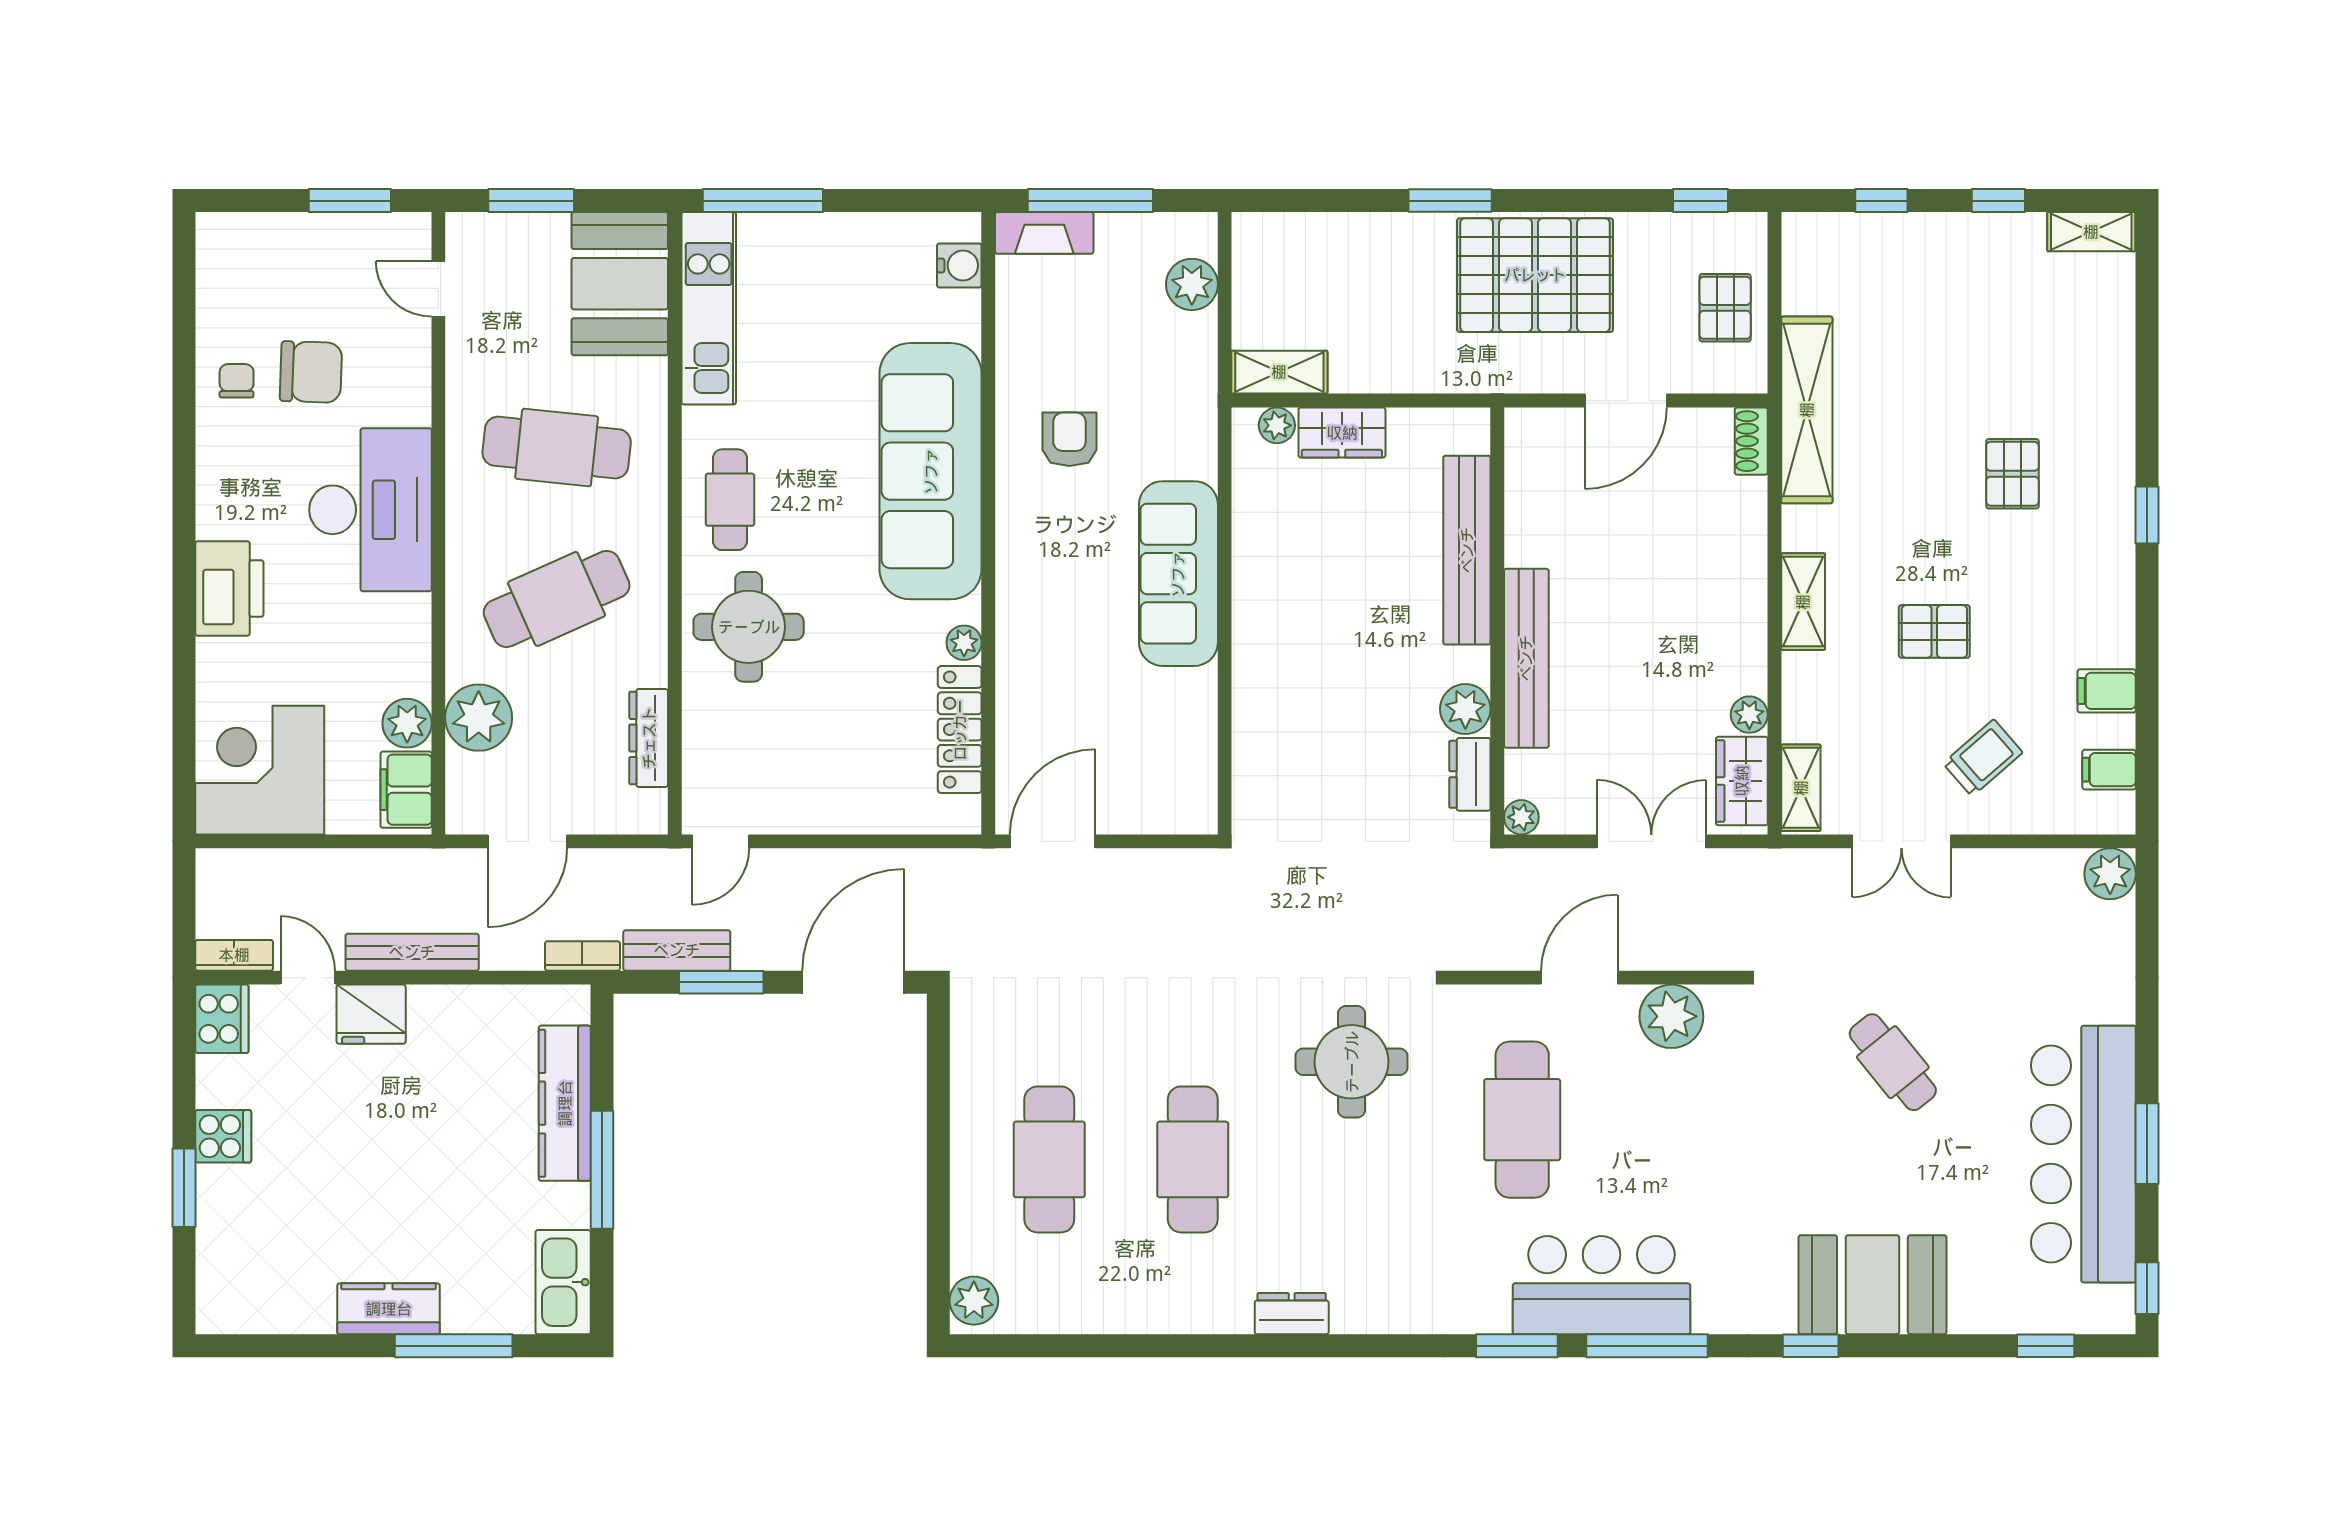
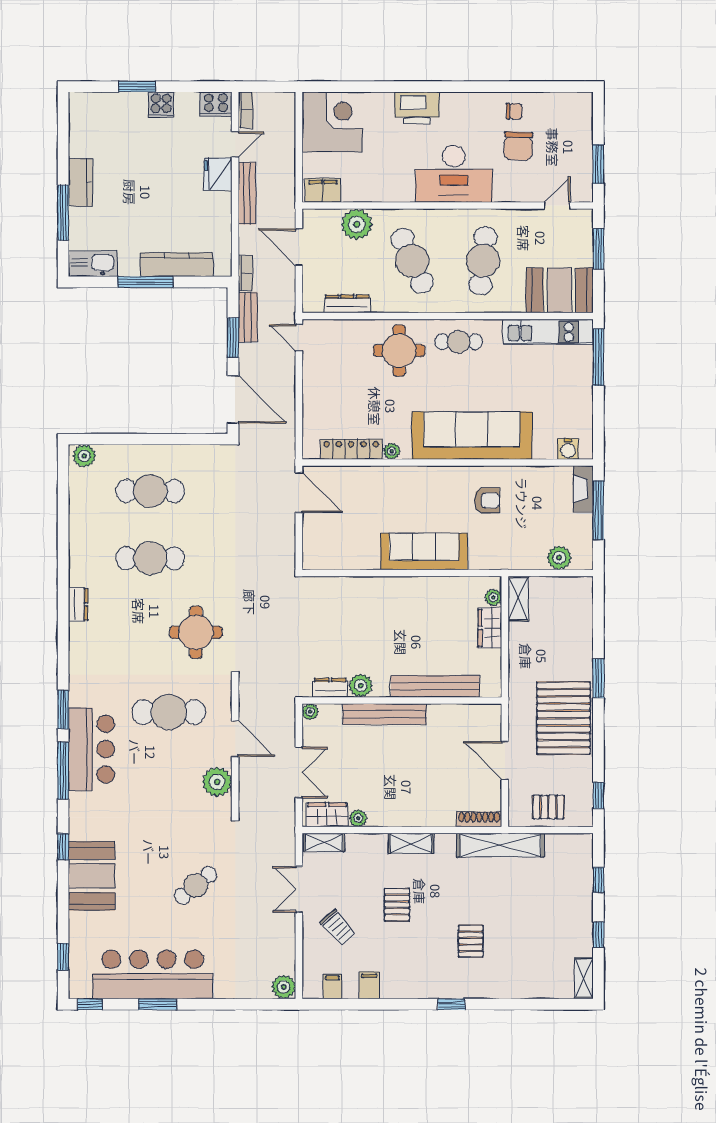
shoe rack: (1751, 441) -> (479, 819), width x1.43
pallet: (2012, 474) -> (471, 941), turned 90
plant: (407, 723) -> (354, 191), removed

